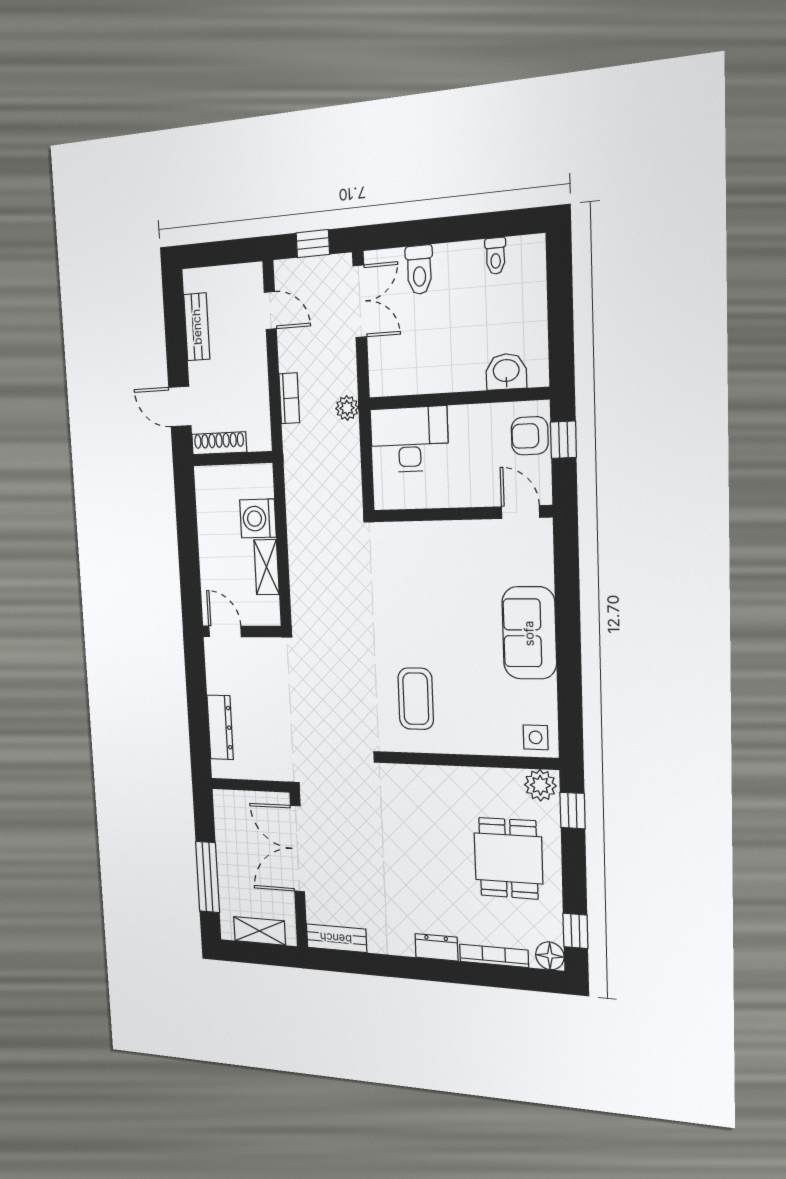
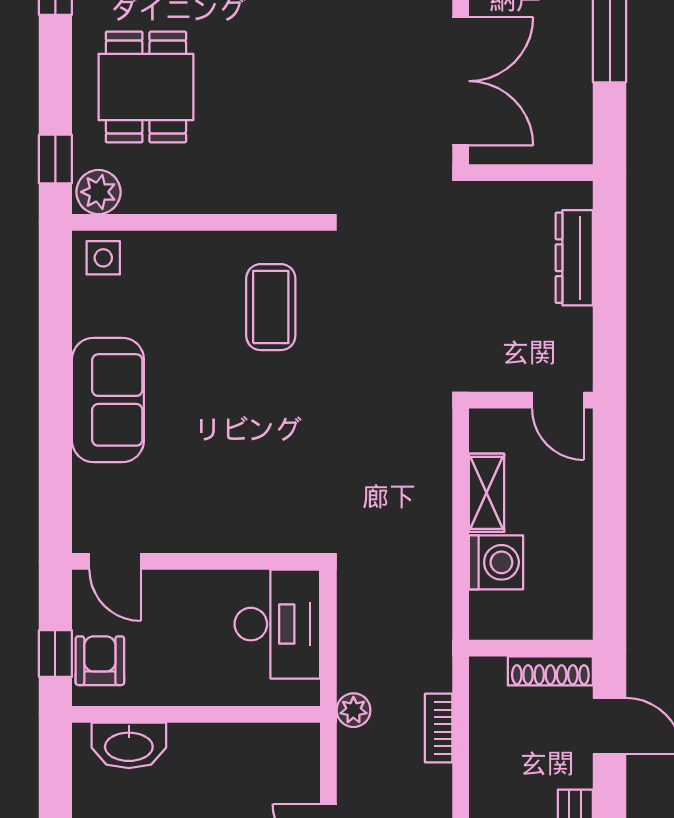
washbasin: (506, 372) -> (129, 745), width x1.38
armchair: (530, 436) -> (100, 661), turned -90
desk: (409, 440) -> (277, 624), moved, turned -90

